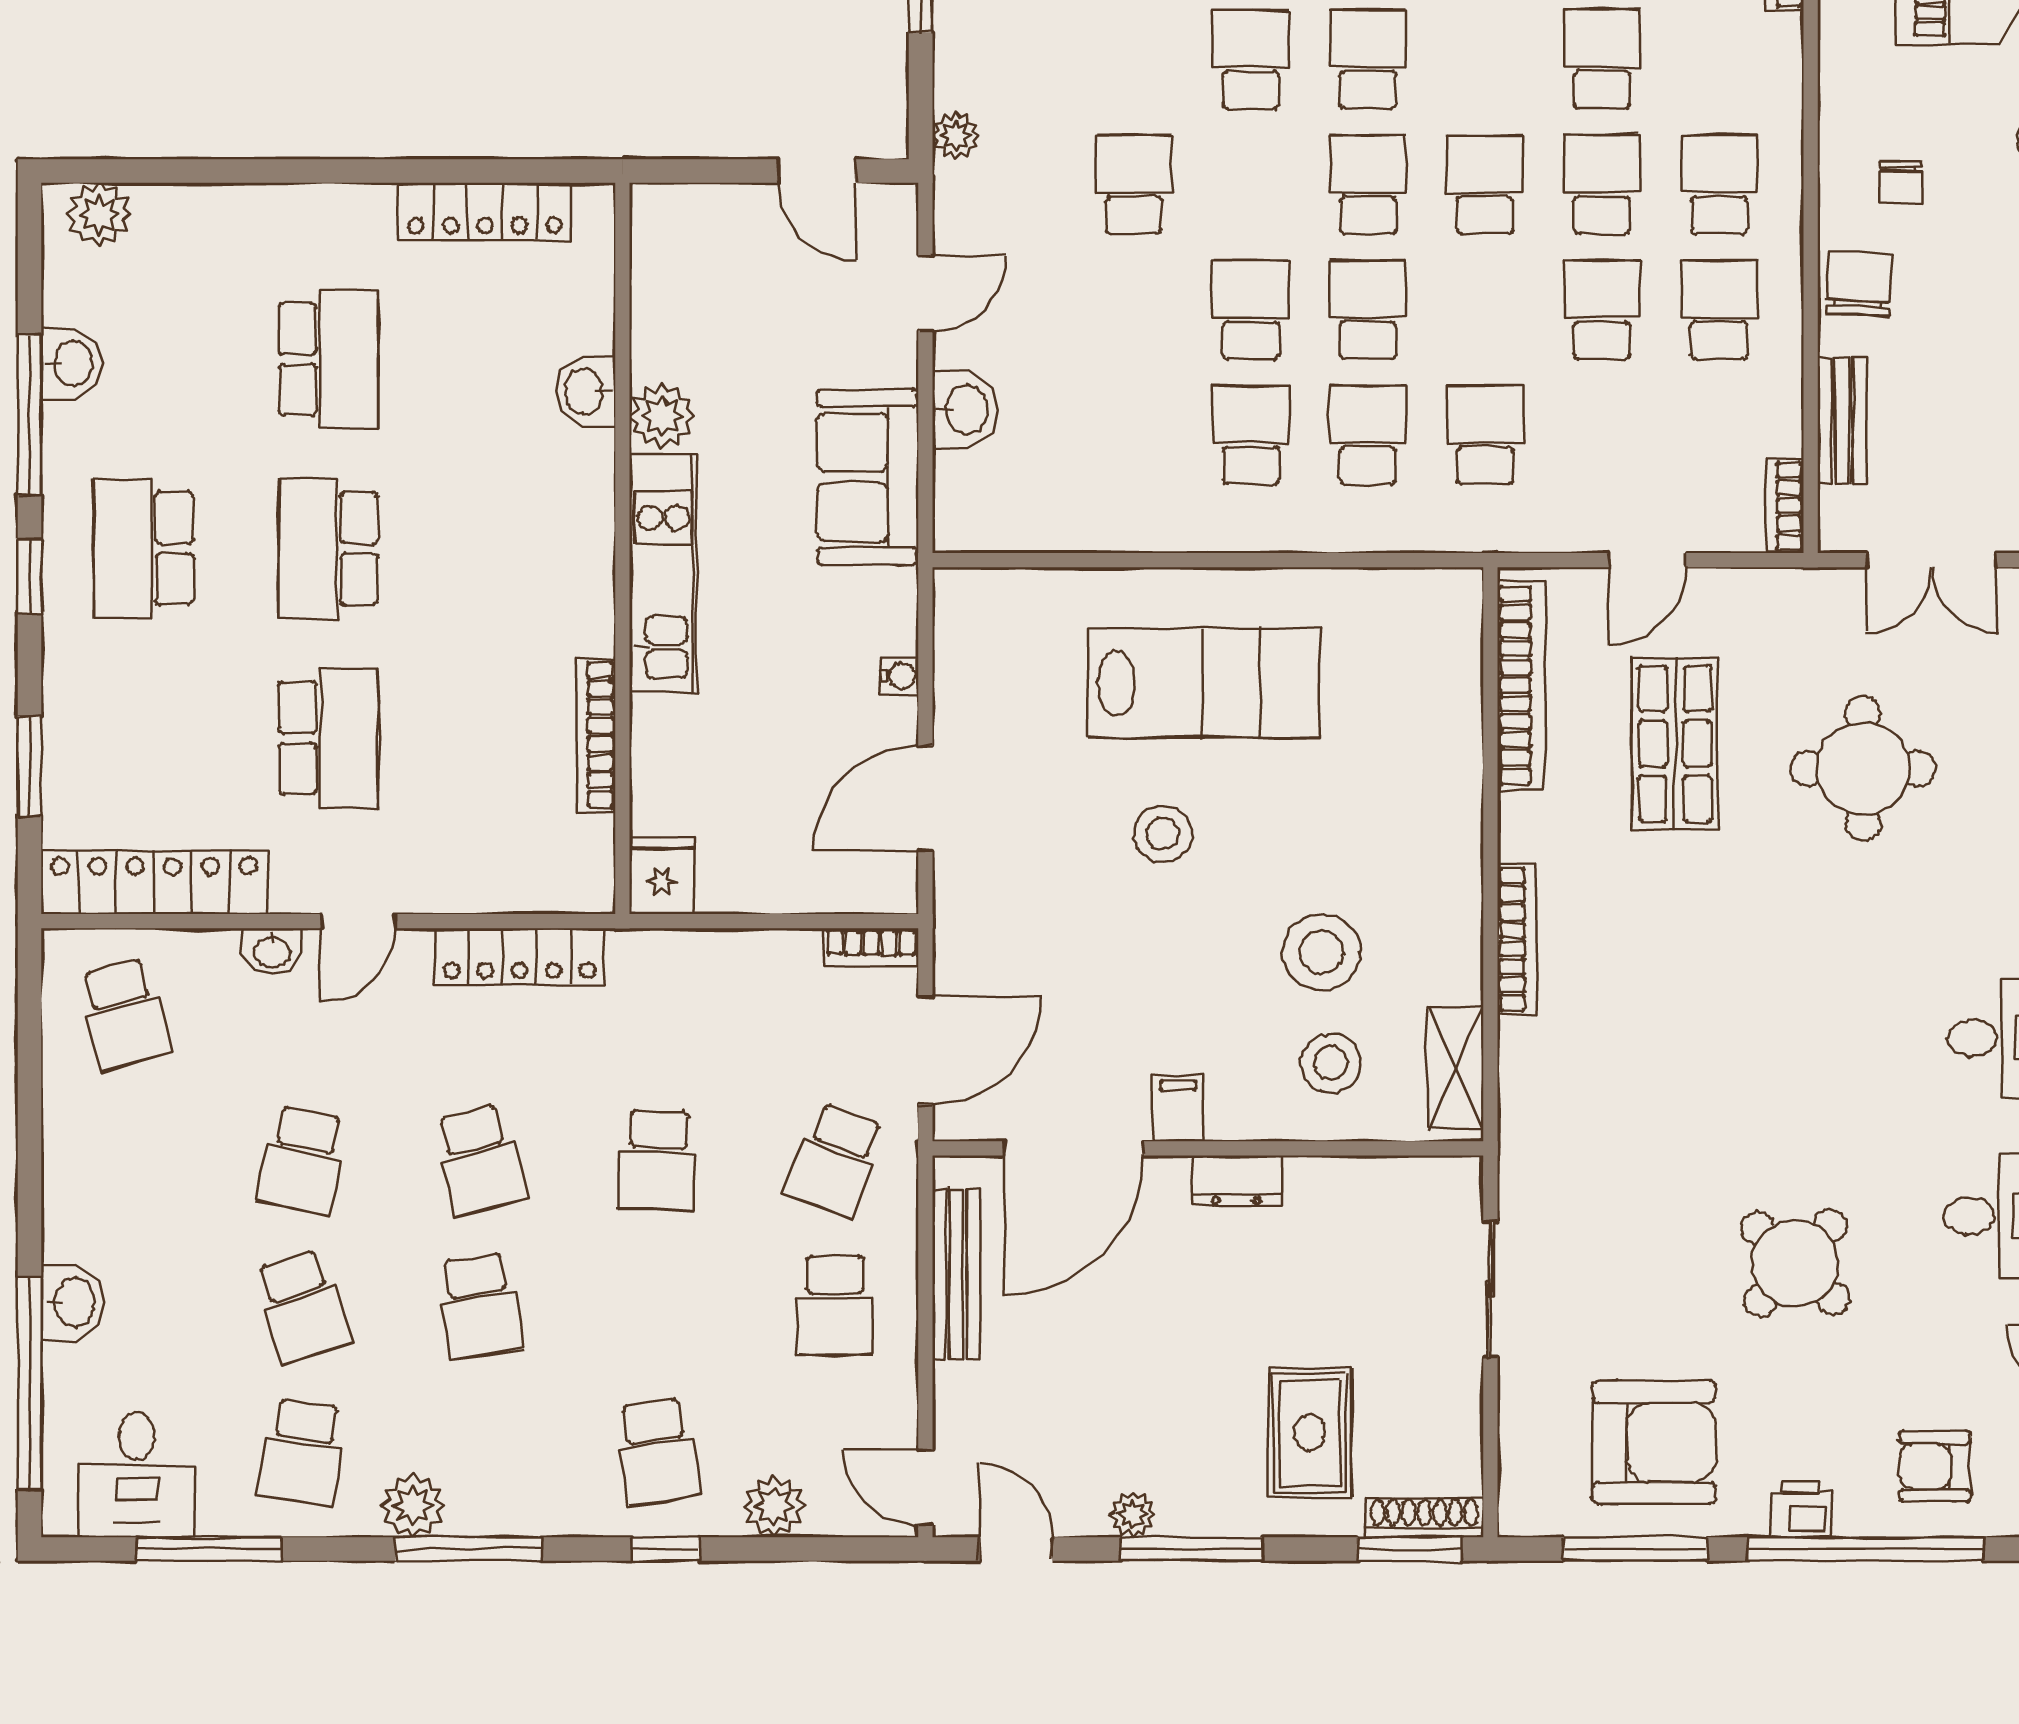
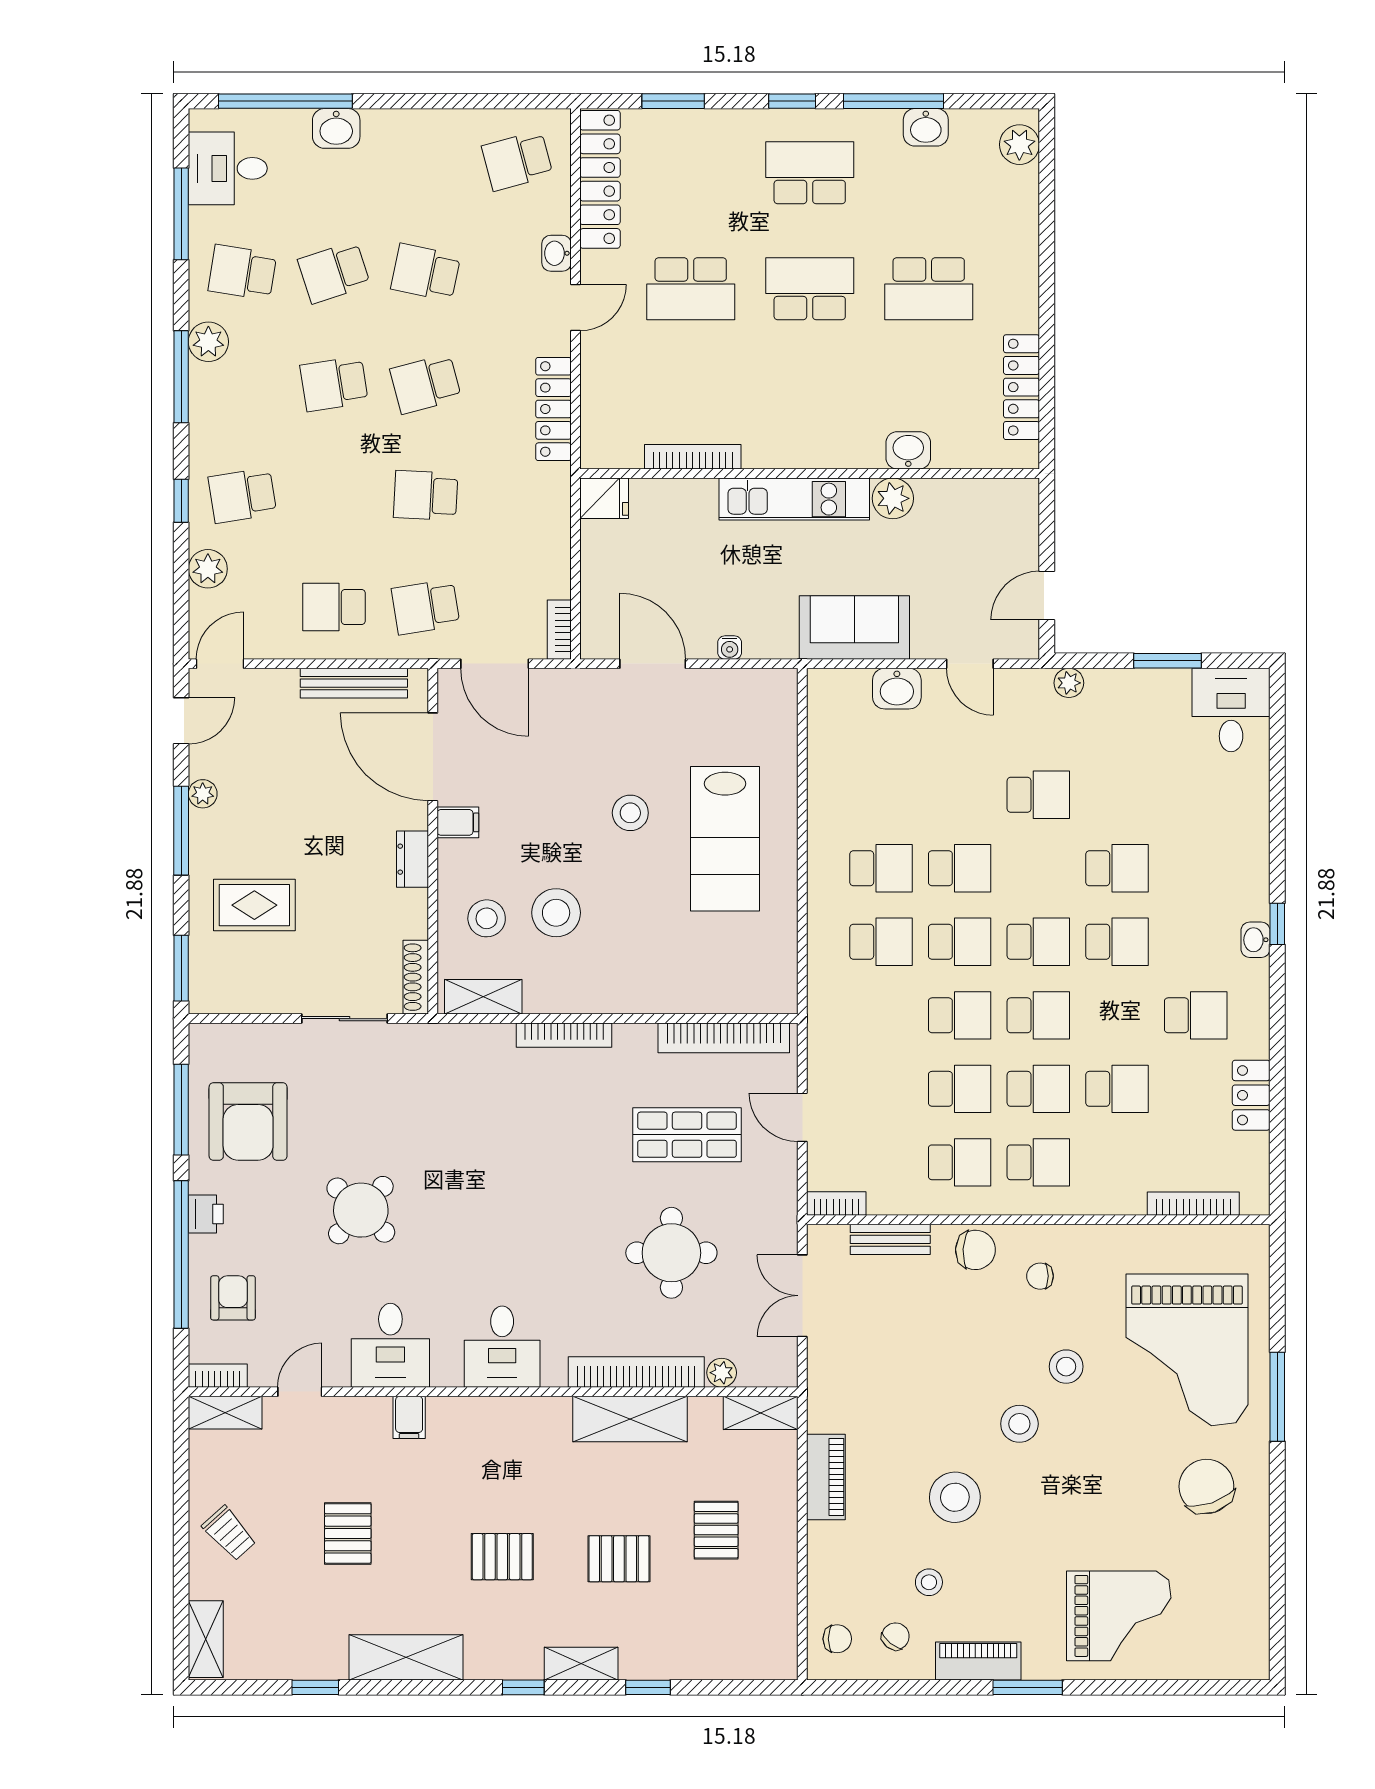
school desk: (1485, 435) -> (960, 1015), moved
door: (358, 921) -> (576, 307), swing flipped
school desk: (835, 1160) -> (426, 607), turned -30
shoe rack: (1424, 1517) -> (416, 977), moved, turned 180

